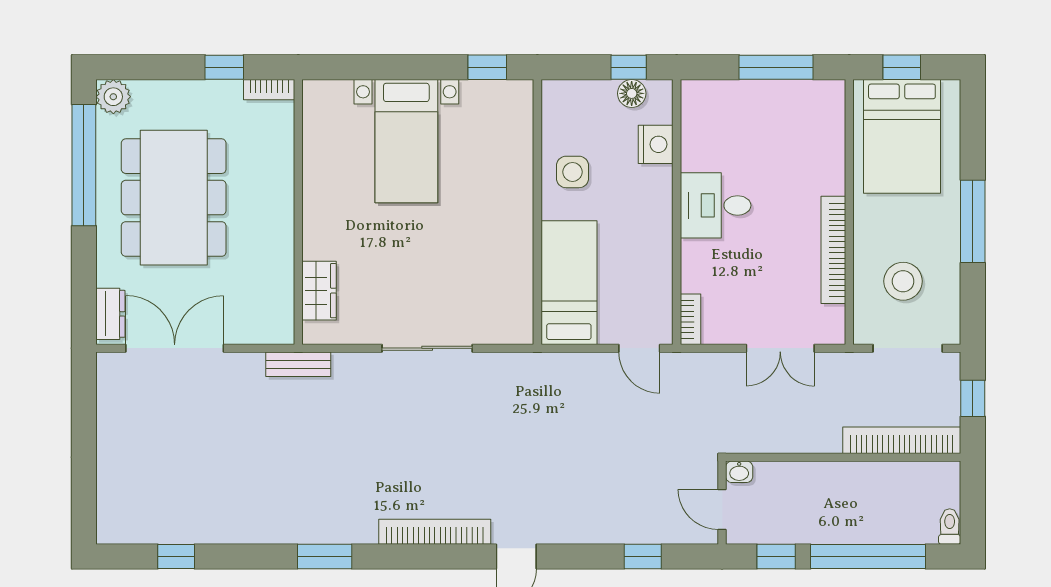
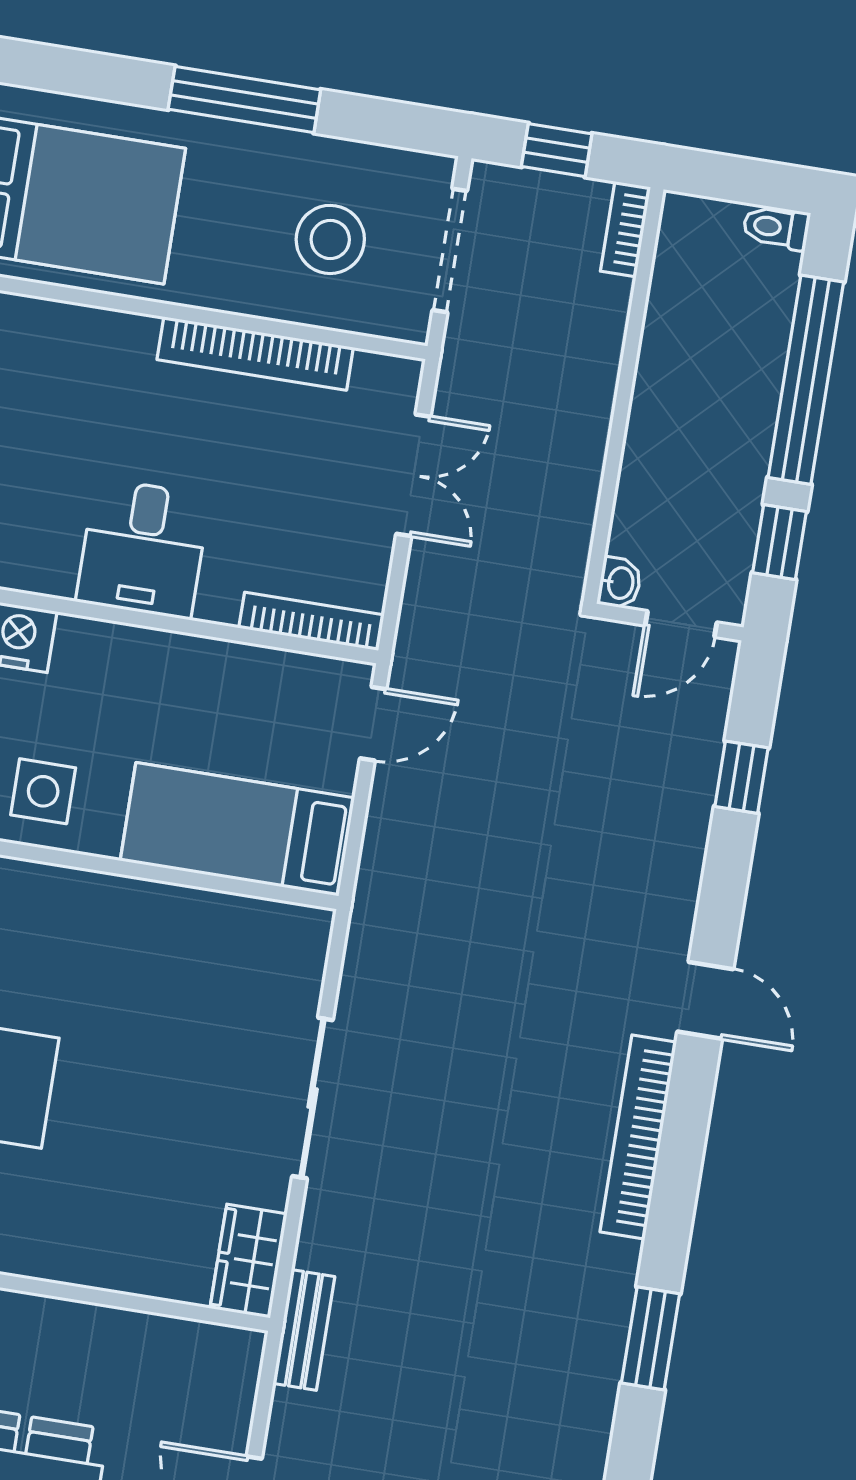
wardrobe: (319, 291) -> (249, 1261), moved, turned -90
bookcase: (690, 319) -> (311, 621), width x1.56
bookcase: (902, 440) -> (626, 229), width x0.43, depth x0.76

